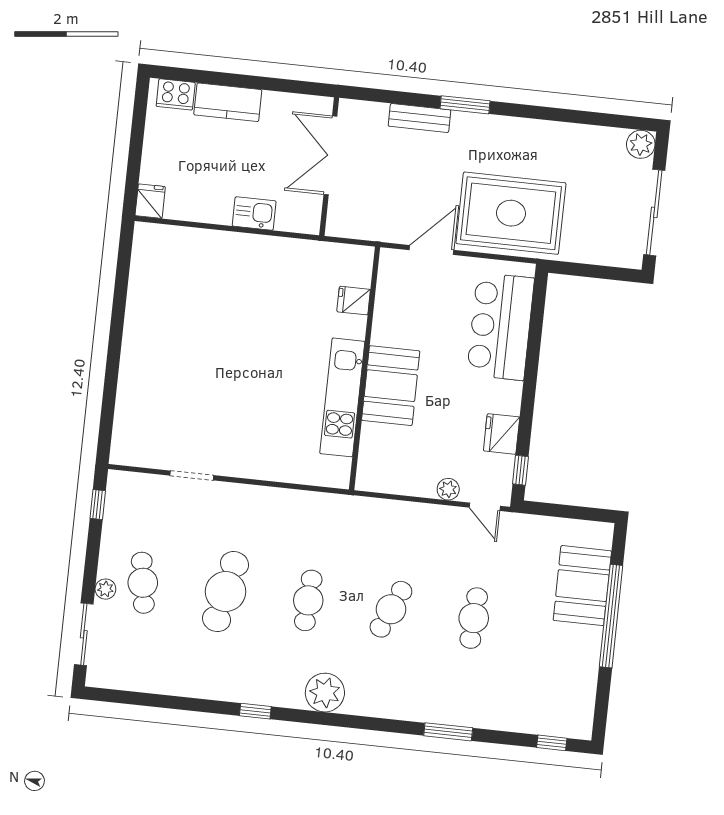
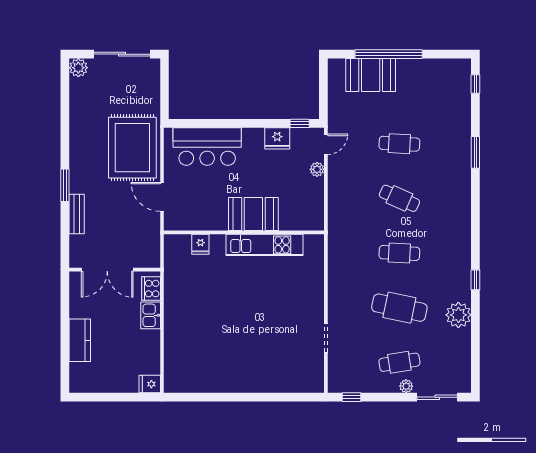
cooker: (176, 94) -> (151, 289), moved, turned 180
plant: (325, 693) -> (458, 315), moved

